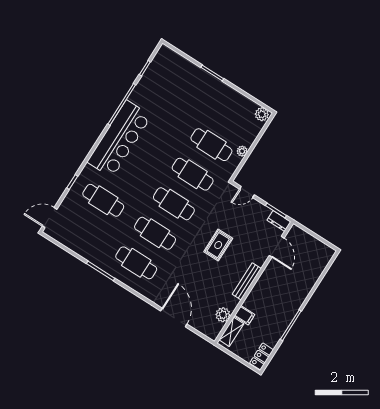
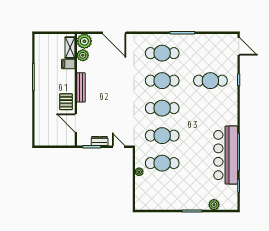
plant: (262, 114) -> (214, 205), moved
bar counter: (119, 139) -> (226, 155), moved
door: (247, 192) -> (119, 147), hinge flipped
door: (50, 218) -> (239, 46), hinge flipped
dresser: (279, 221) -> (100, 141), moved
rug: (218, 245) -> (115, 99), removed
pallet: (273, 276) -> (66, 102), added
plant: (212, 329) -> (84, 41), added
locker: (262, 356) -> (40, 44), removed

